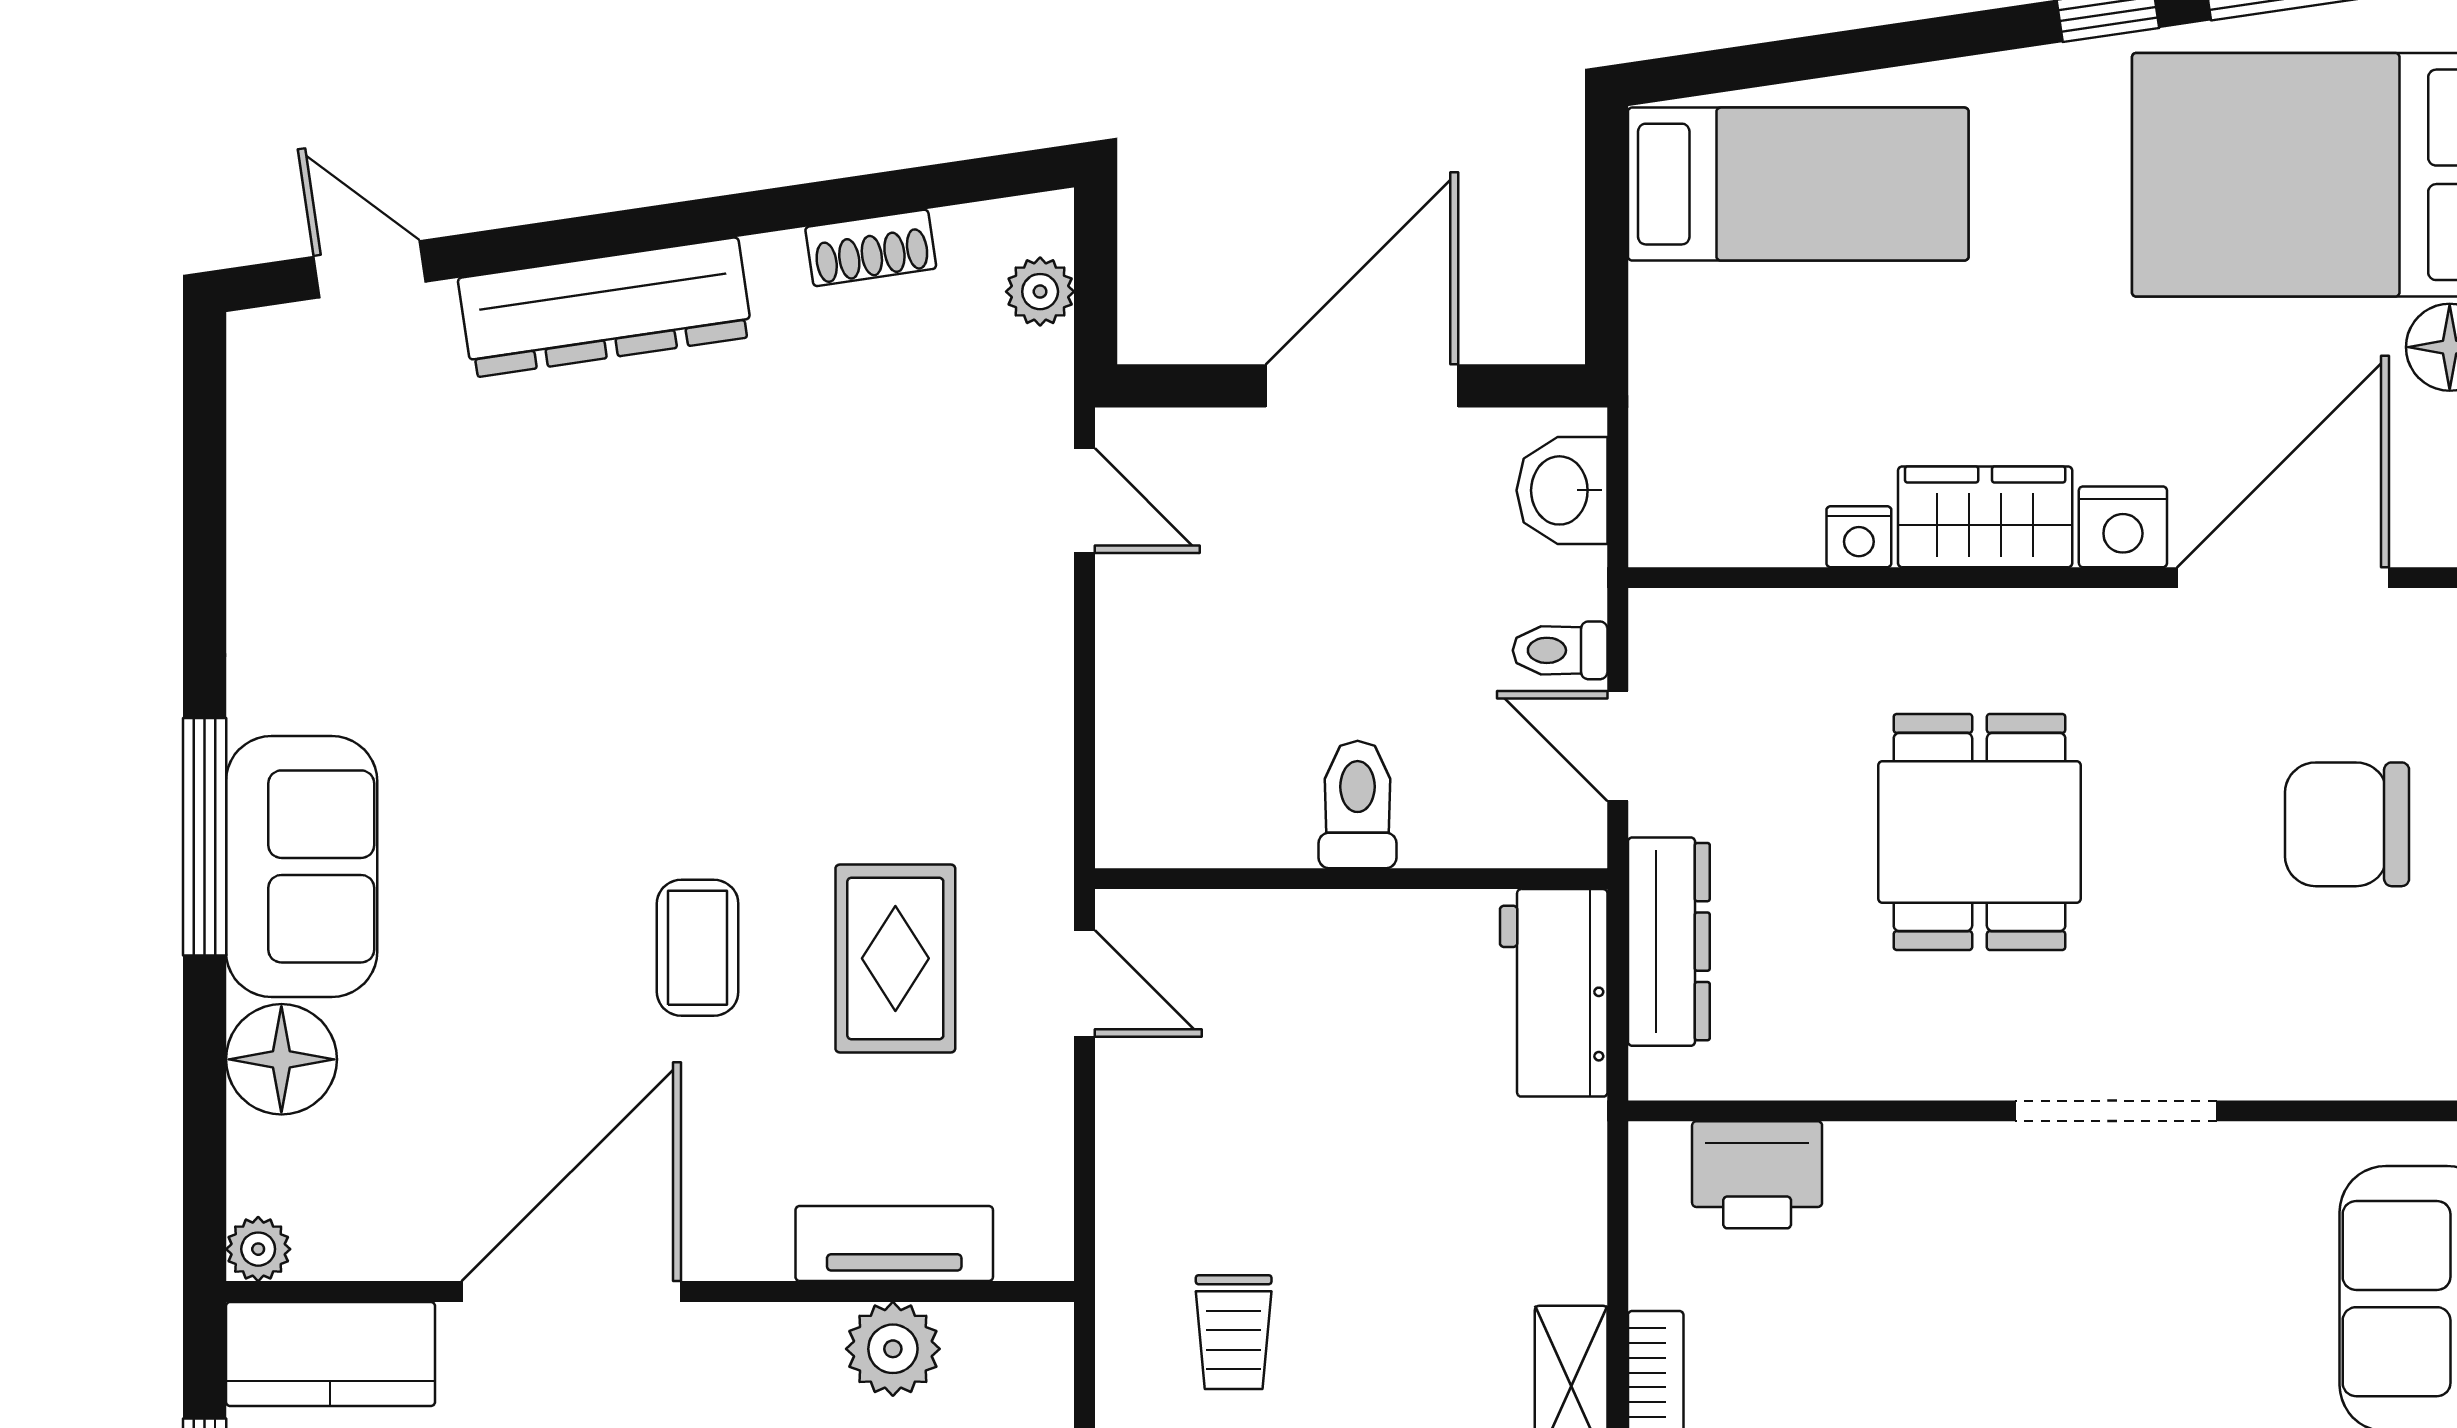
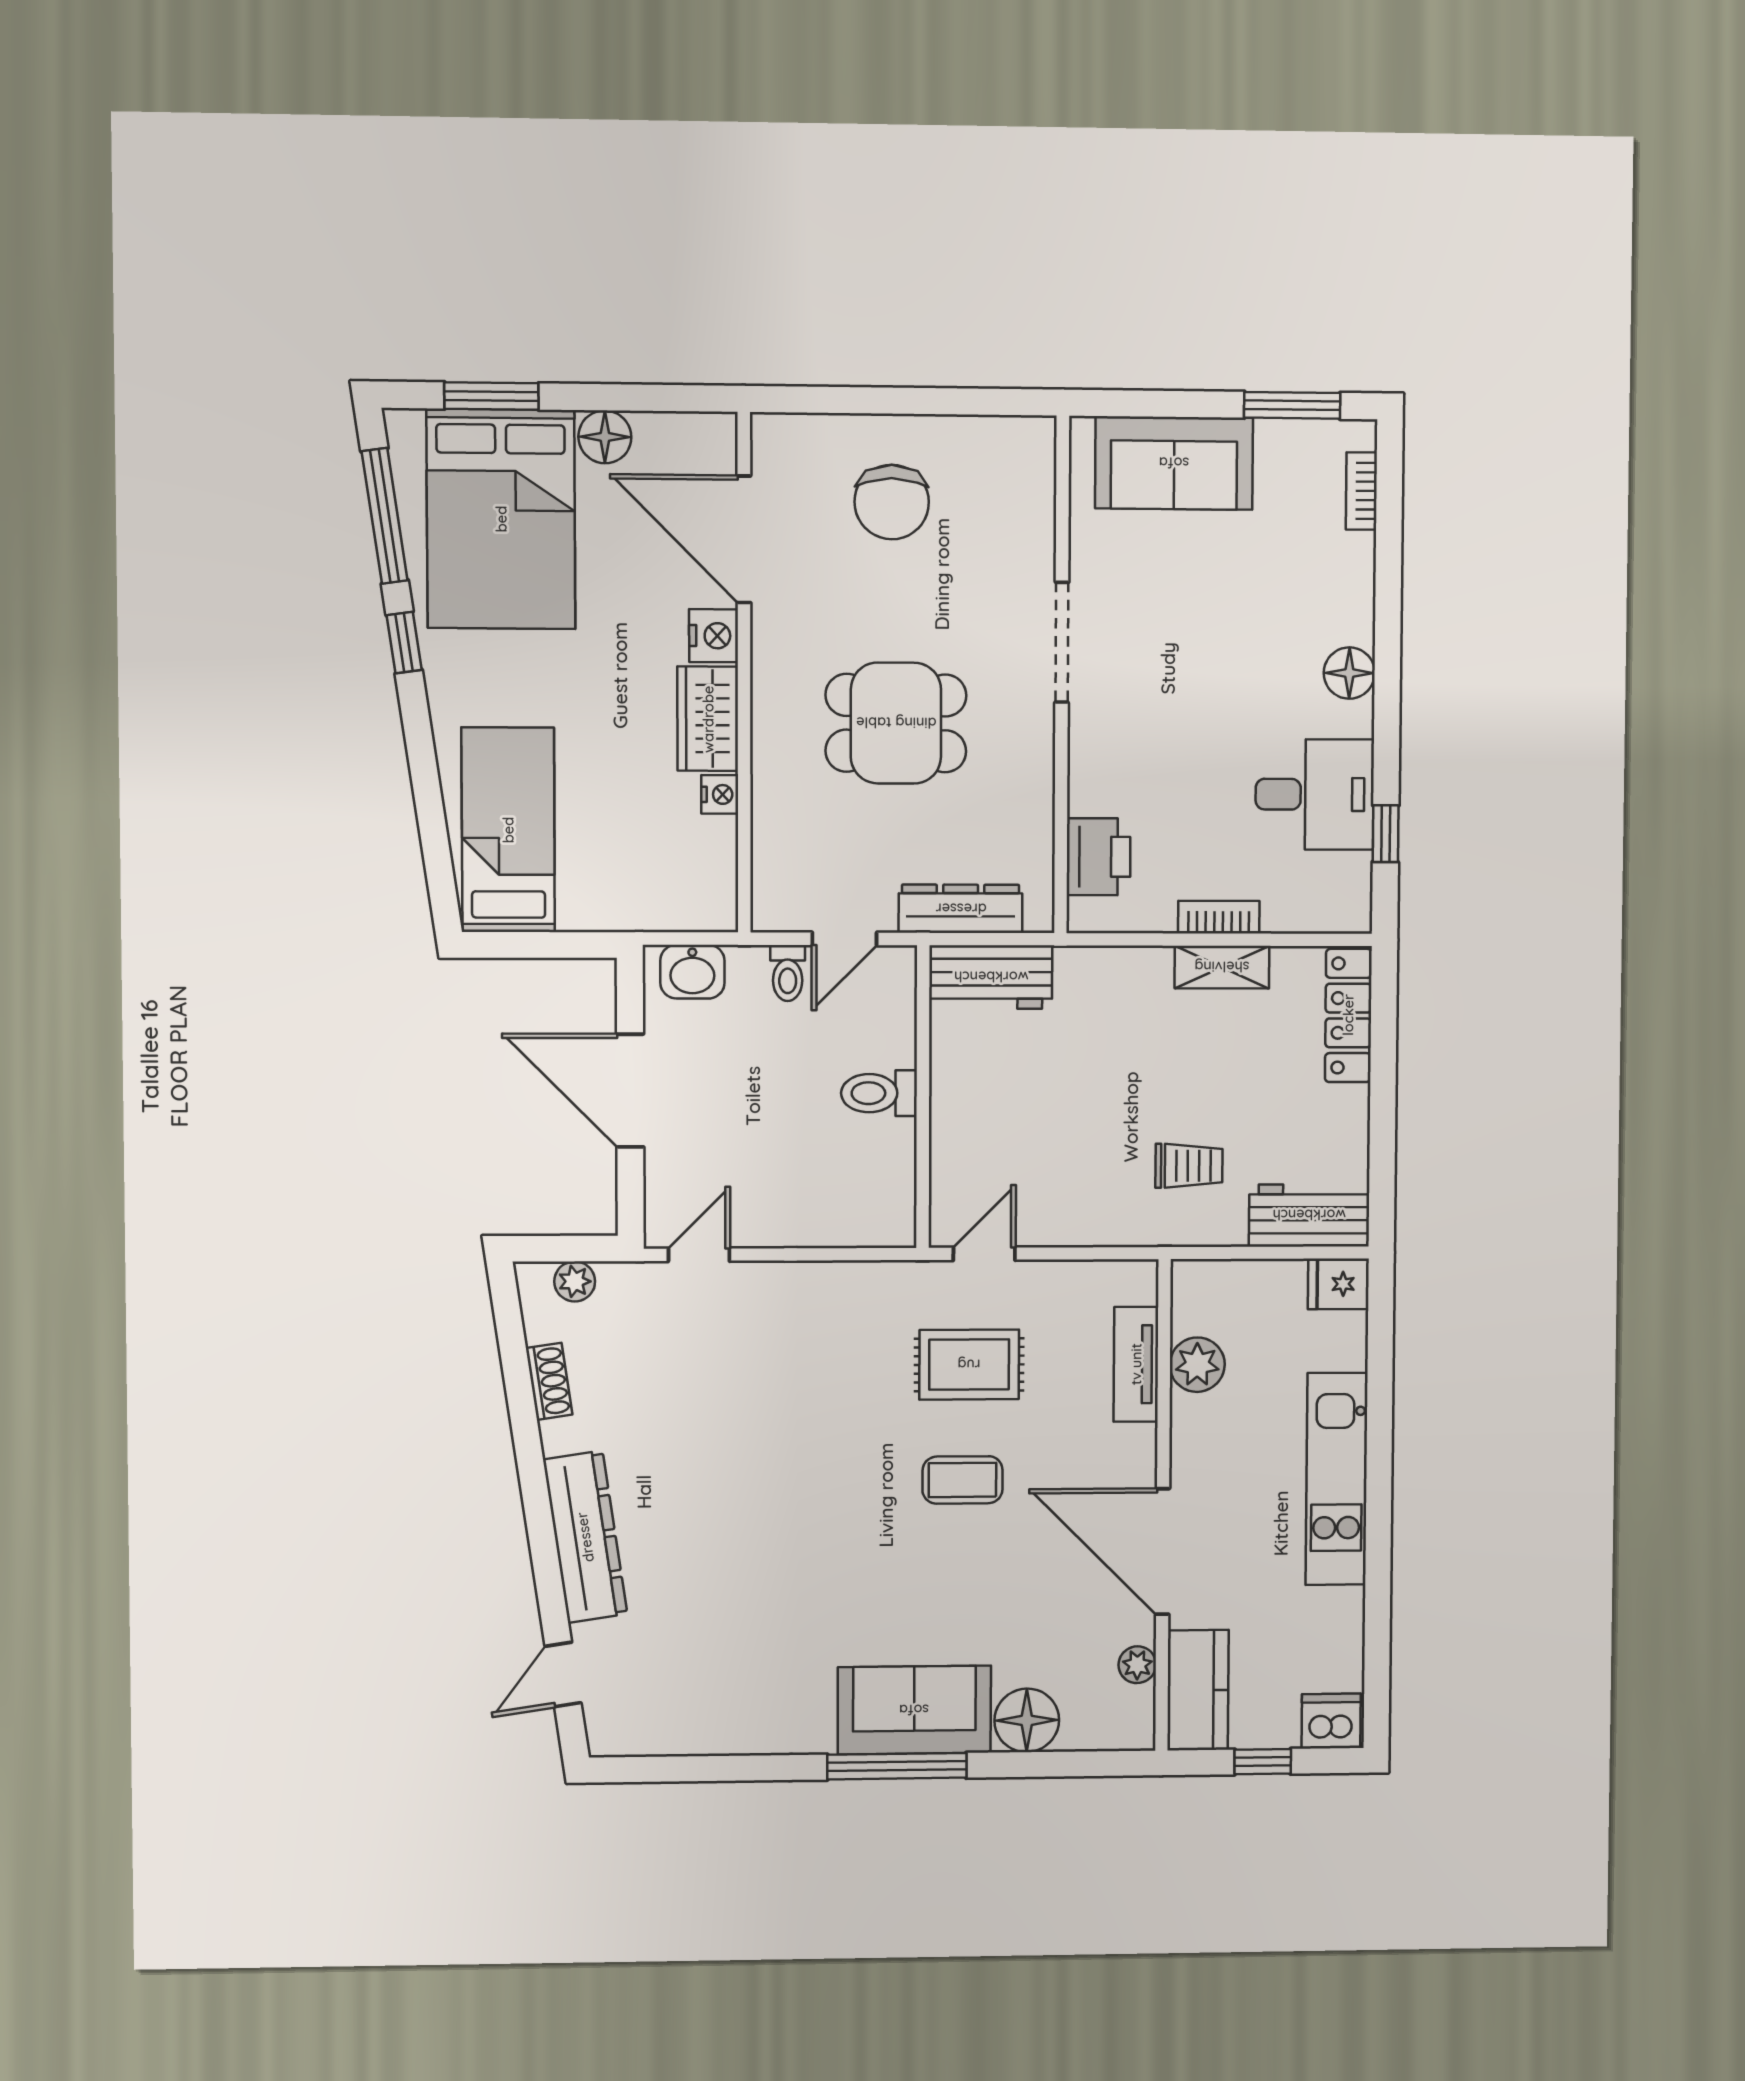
plant: (258, 1249) -> (1137, 1665), moved

